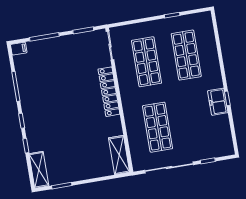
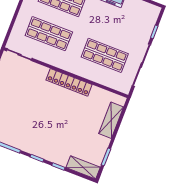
locker: (109, 92) -> (69, 82), moved
shelving: (119, 155) -> (111, 120), moved, turned 90

